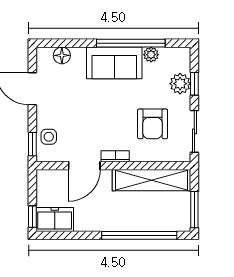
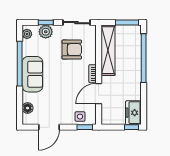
plant: (151, 55) -> (27, 34), moved
door: (84, 166) -> (99, 94), swing flipped

